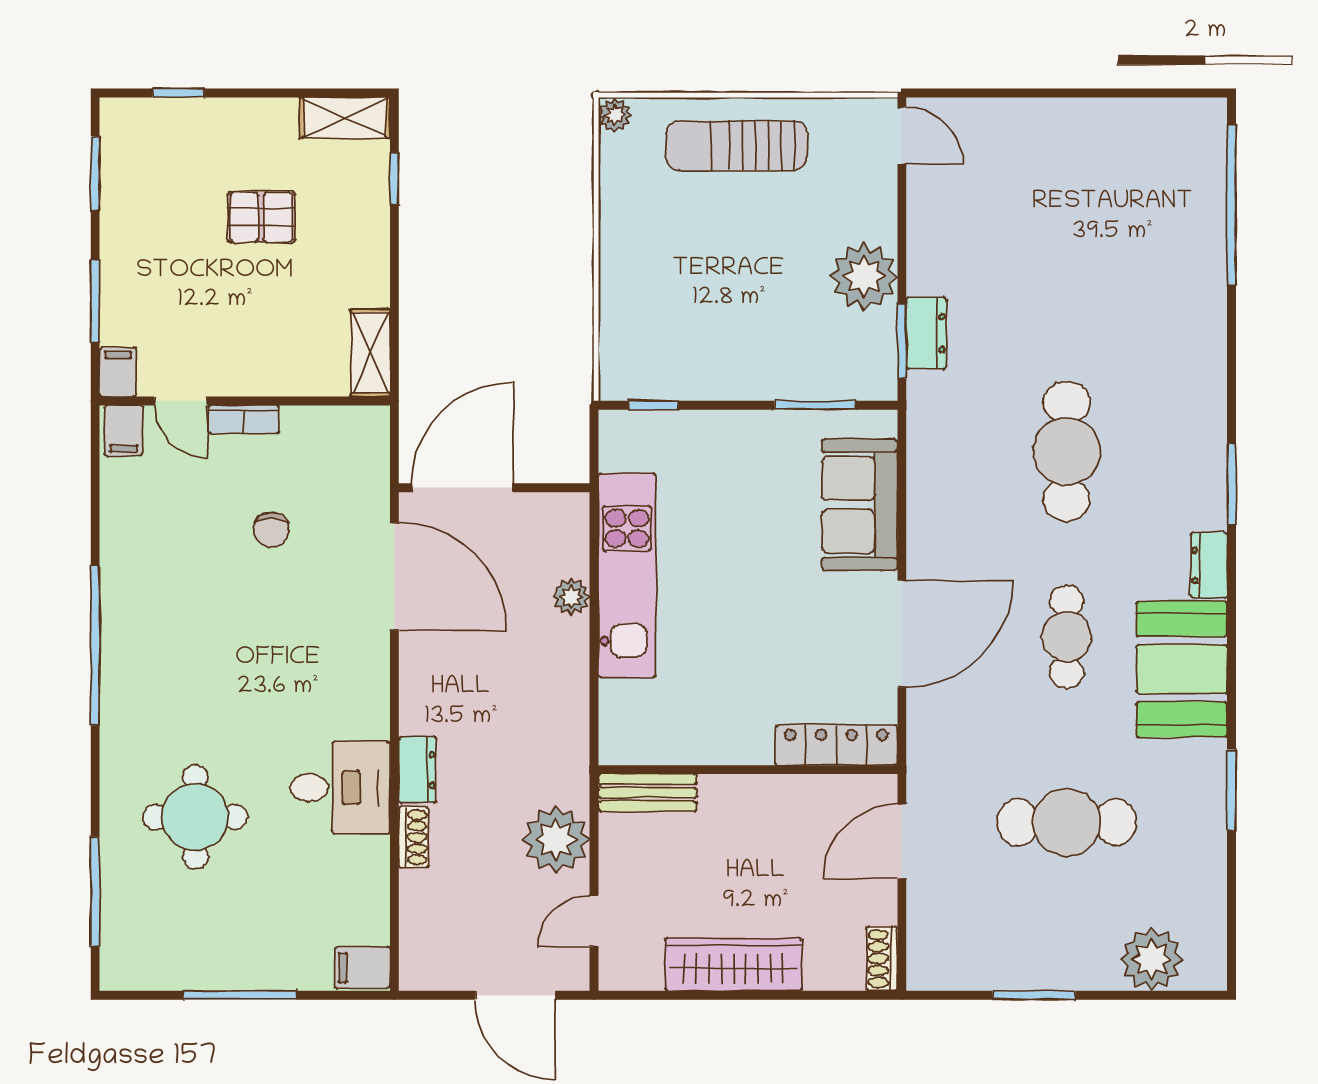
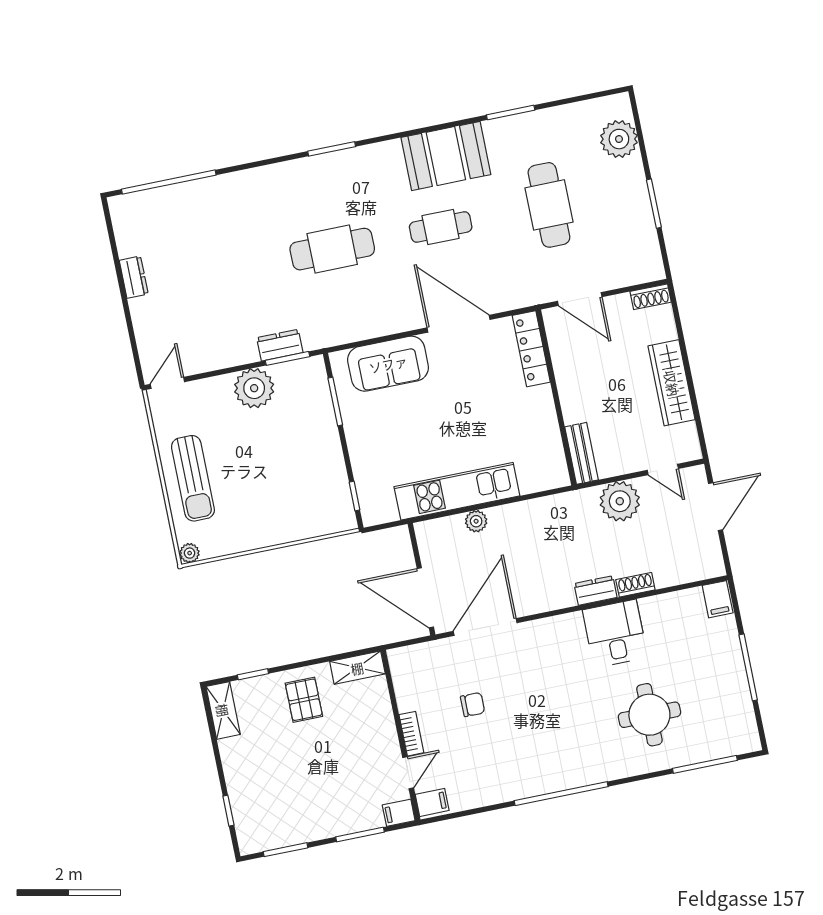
pallet: (261, 217) -> (304, 700), moved
dresser: (1209, 565) -> (134, 277), moved, turned -90

